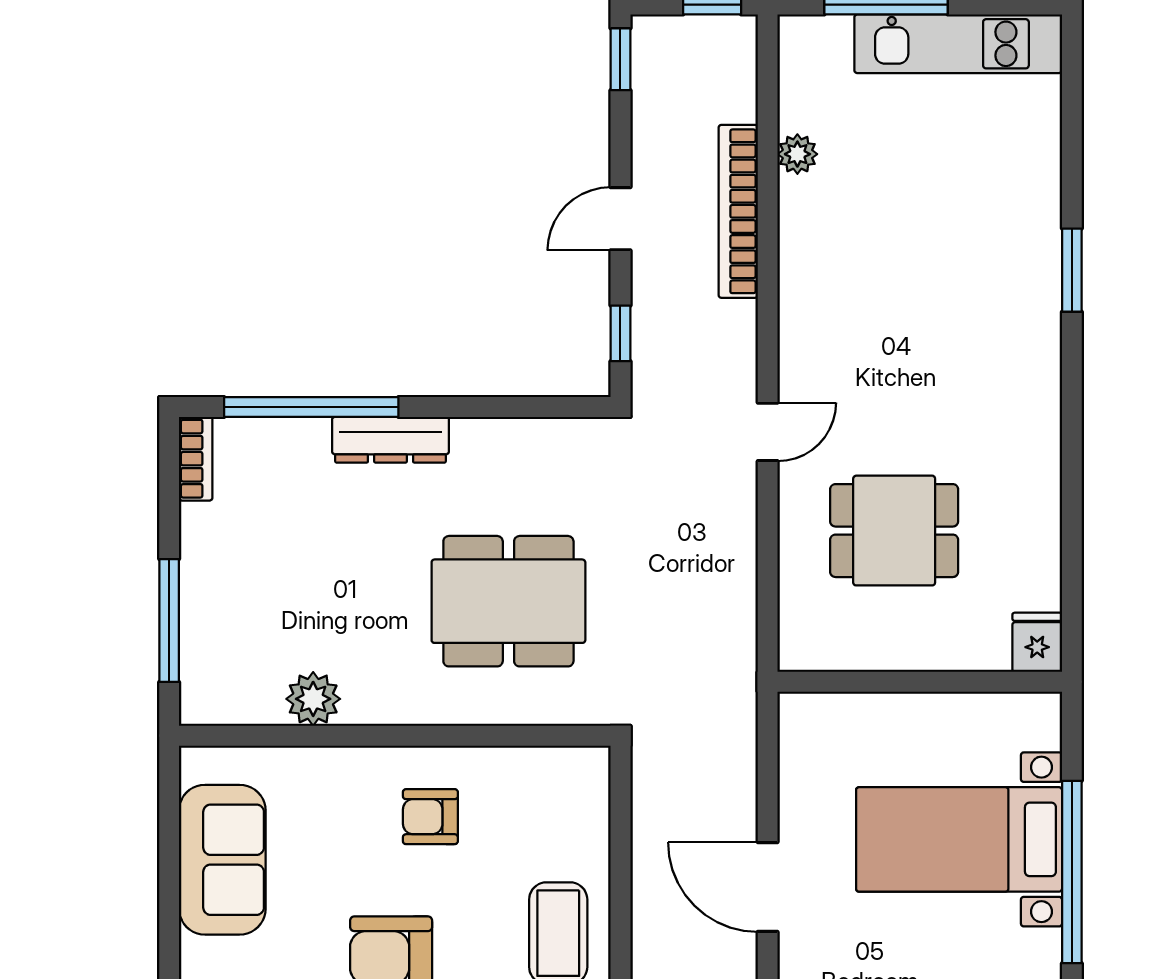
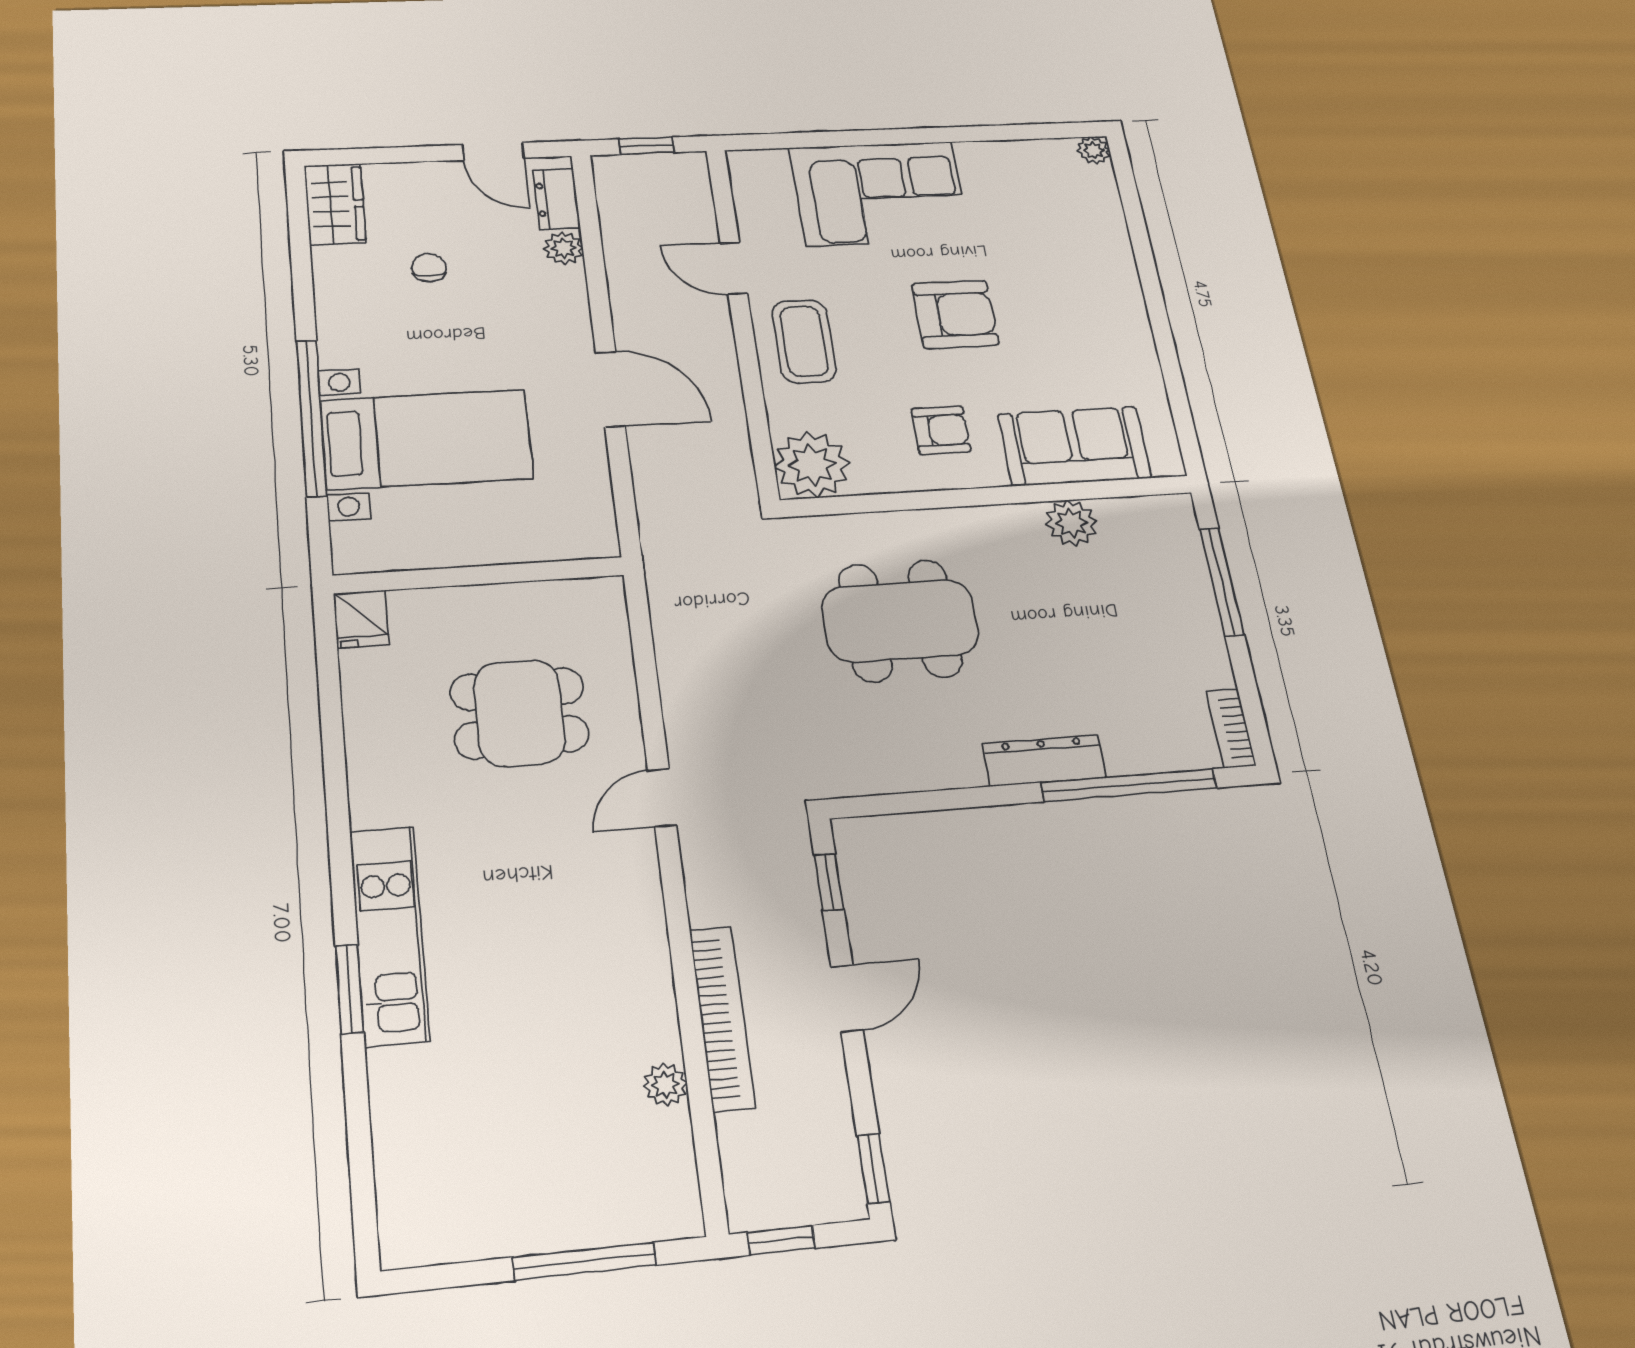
kitchen unit: (958, 44) -> (389, 935), moved, turned 90
plant: (571, 785) -> (812, 465), added
sofa: (222, 860) -> (1074, 446), moved, turned 90

